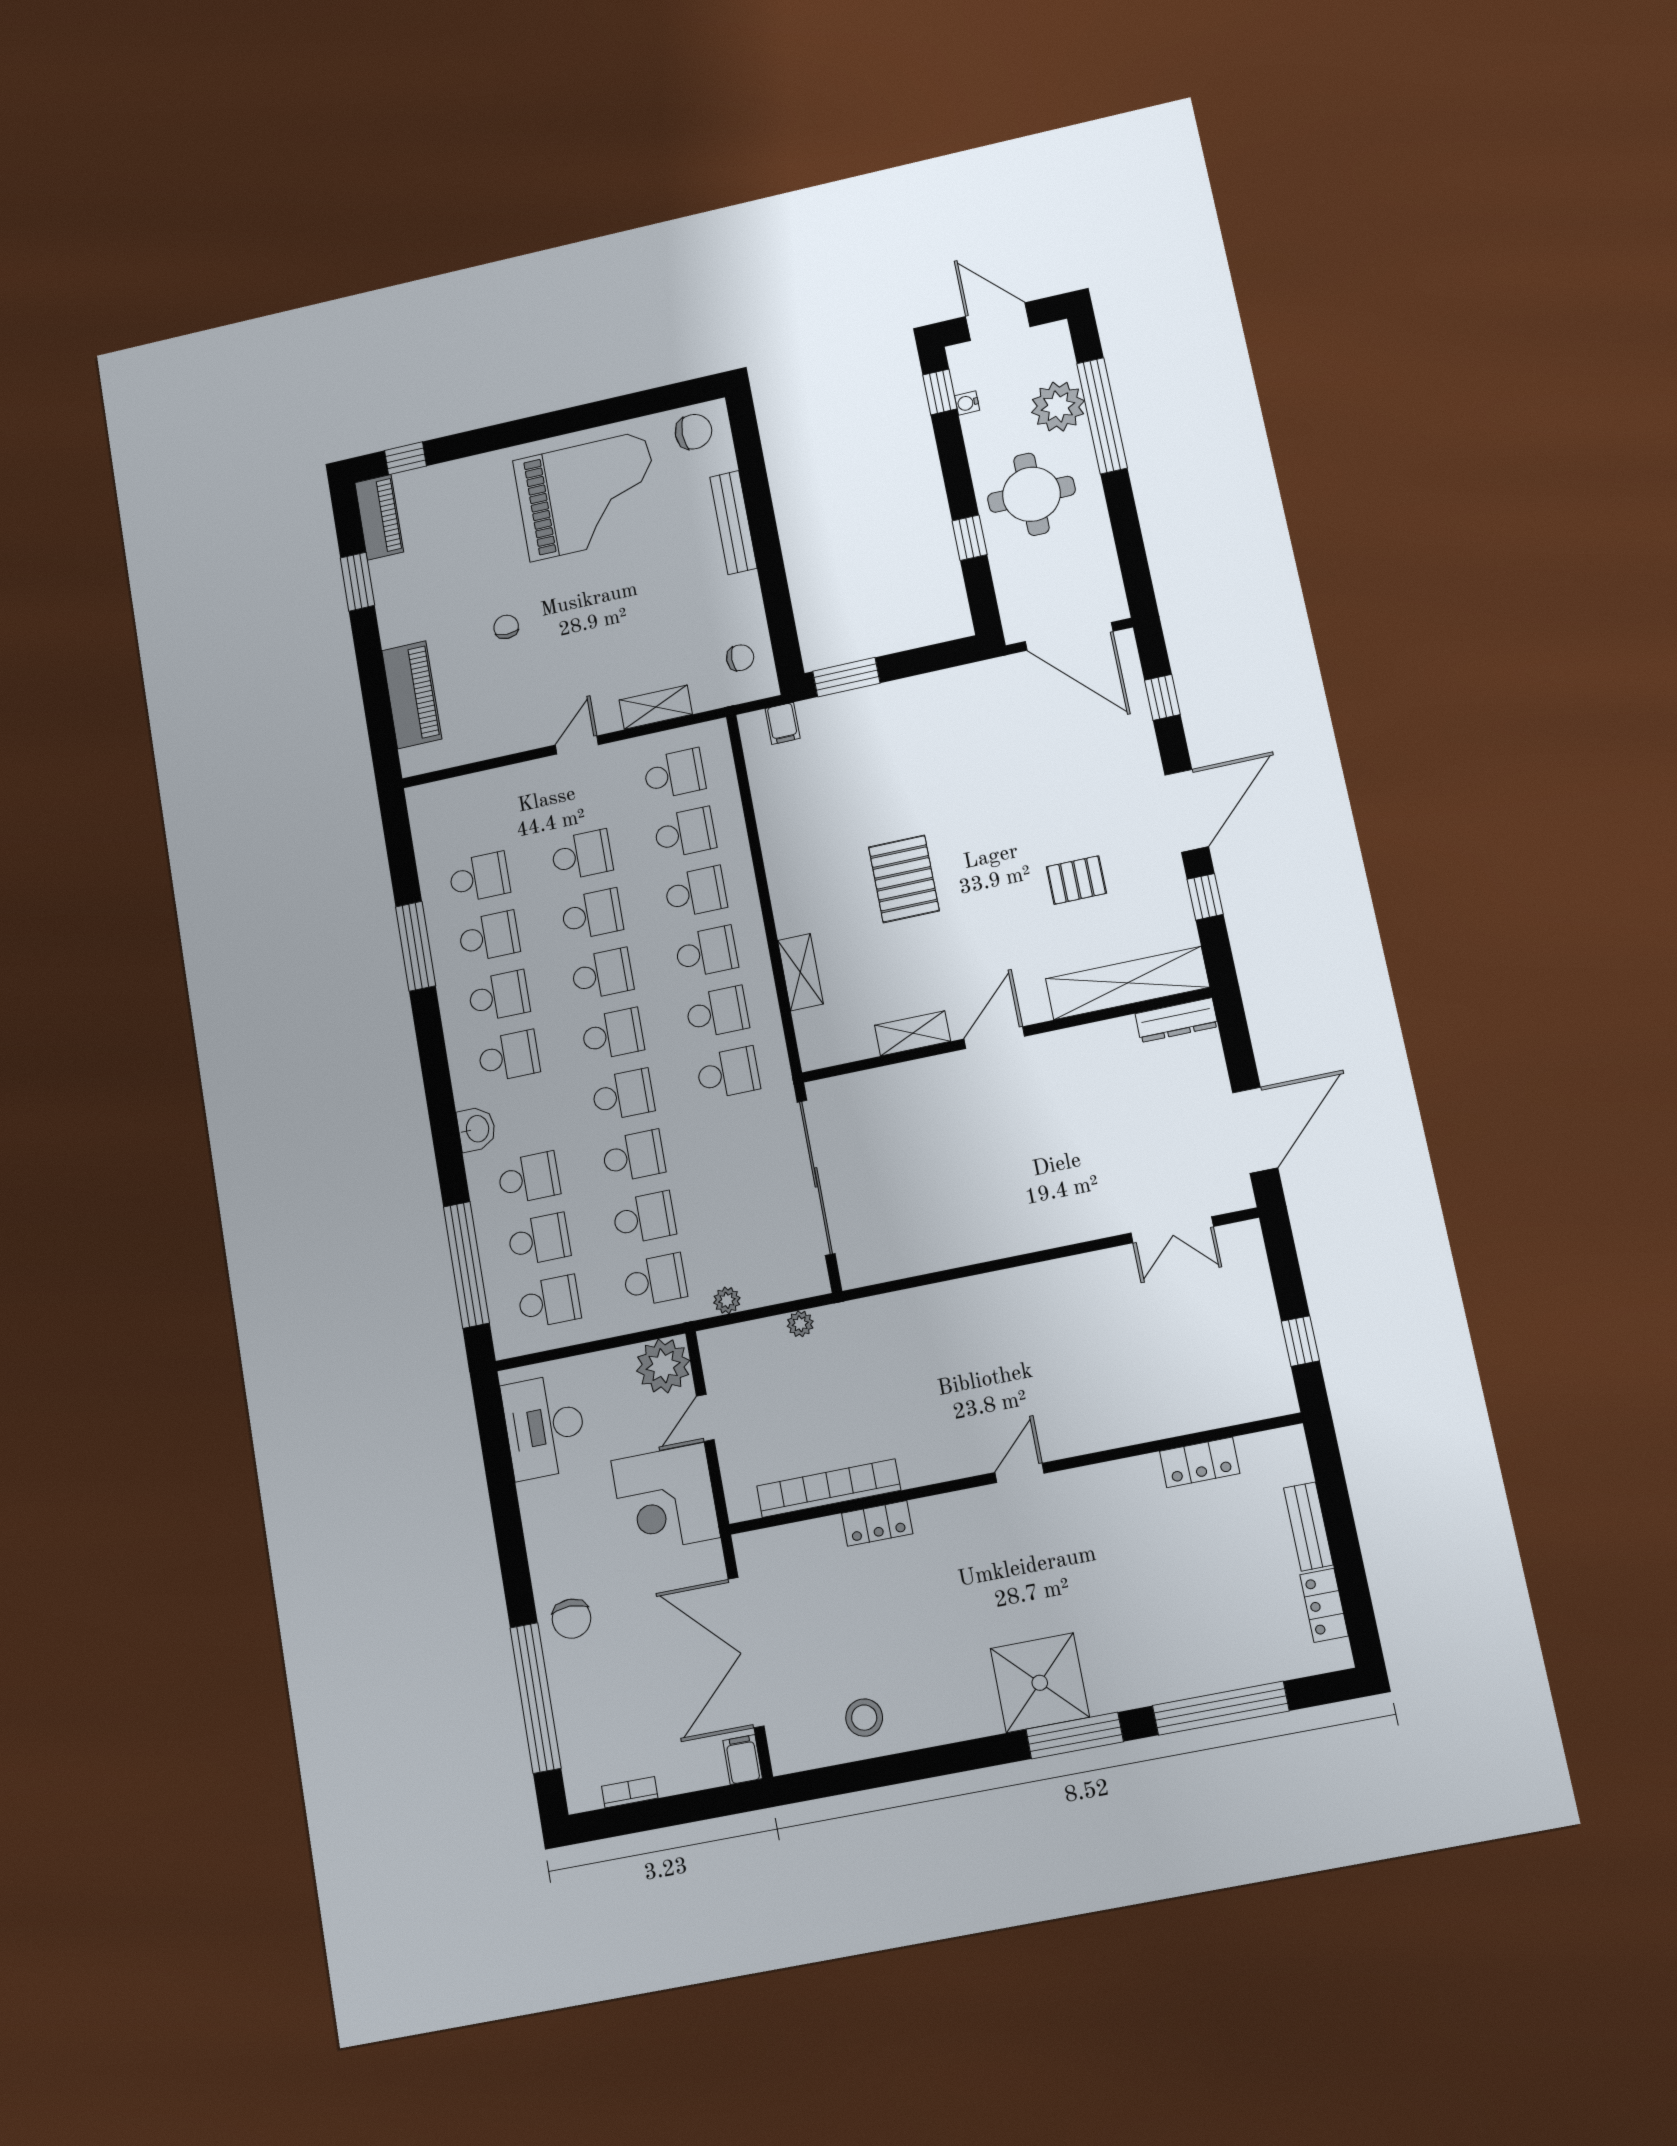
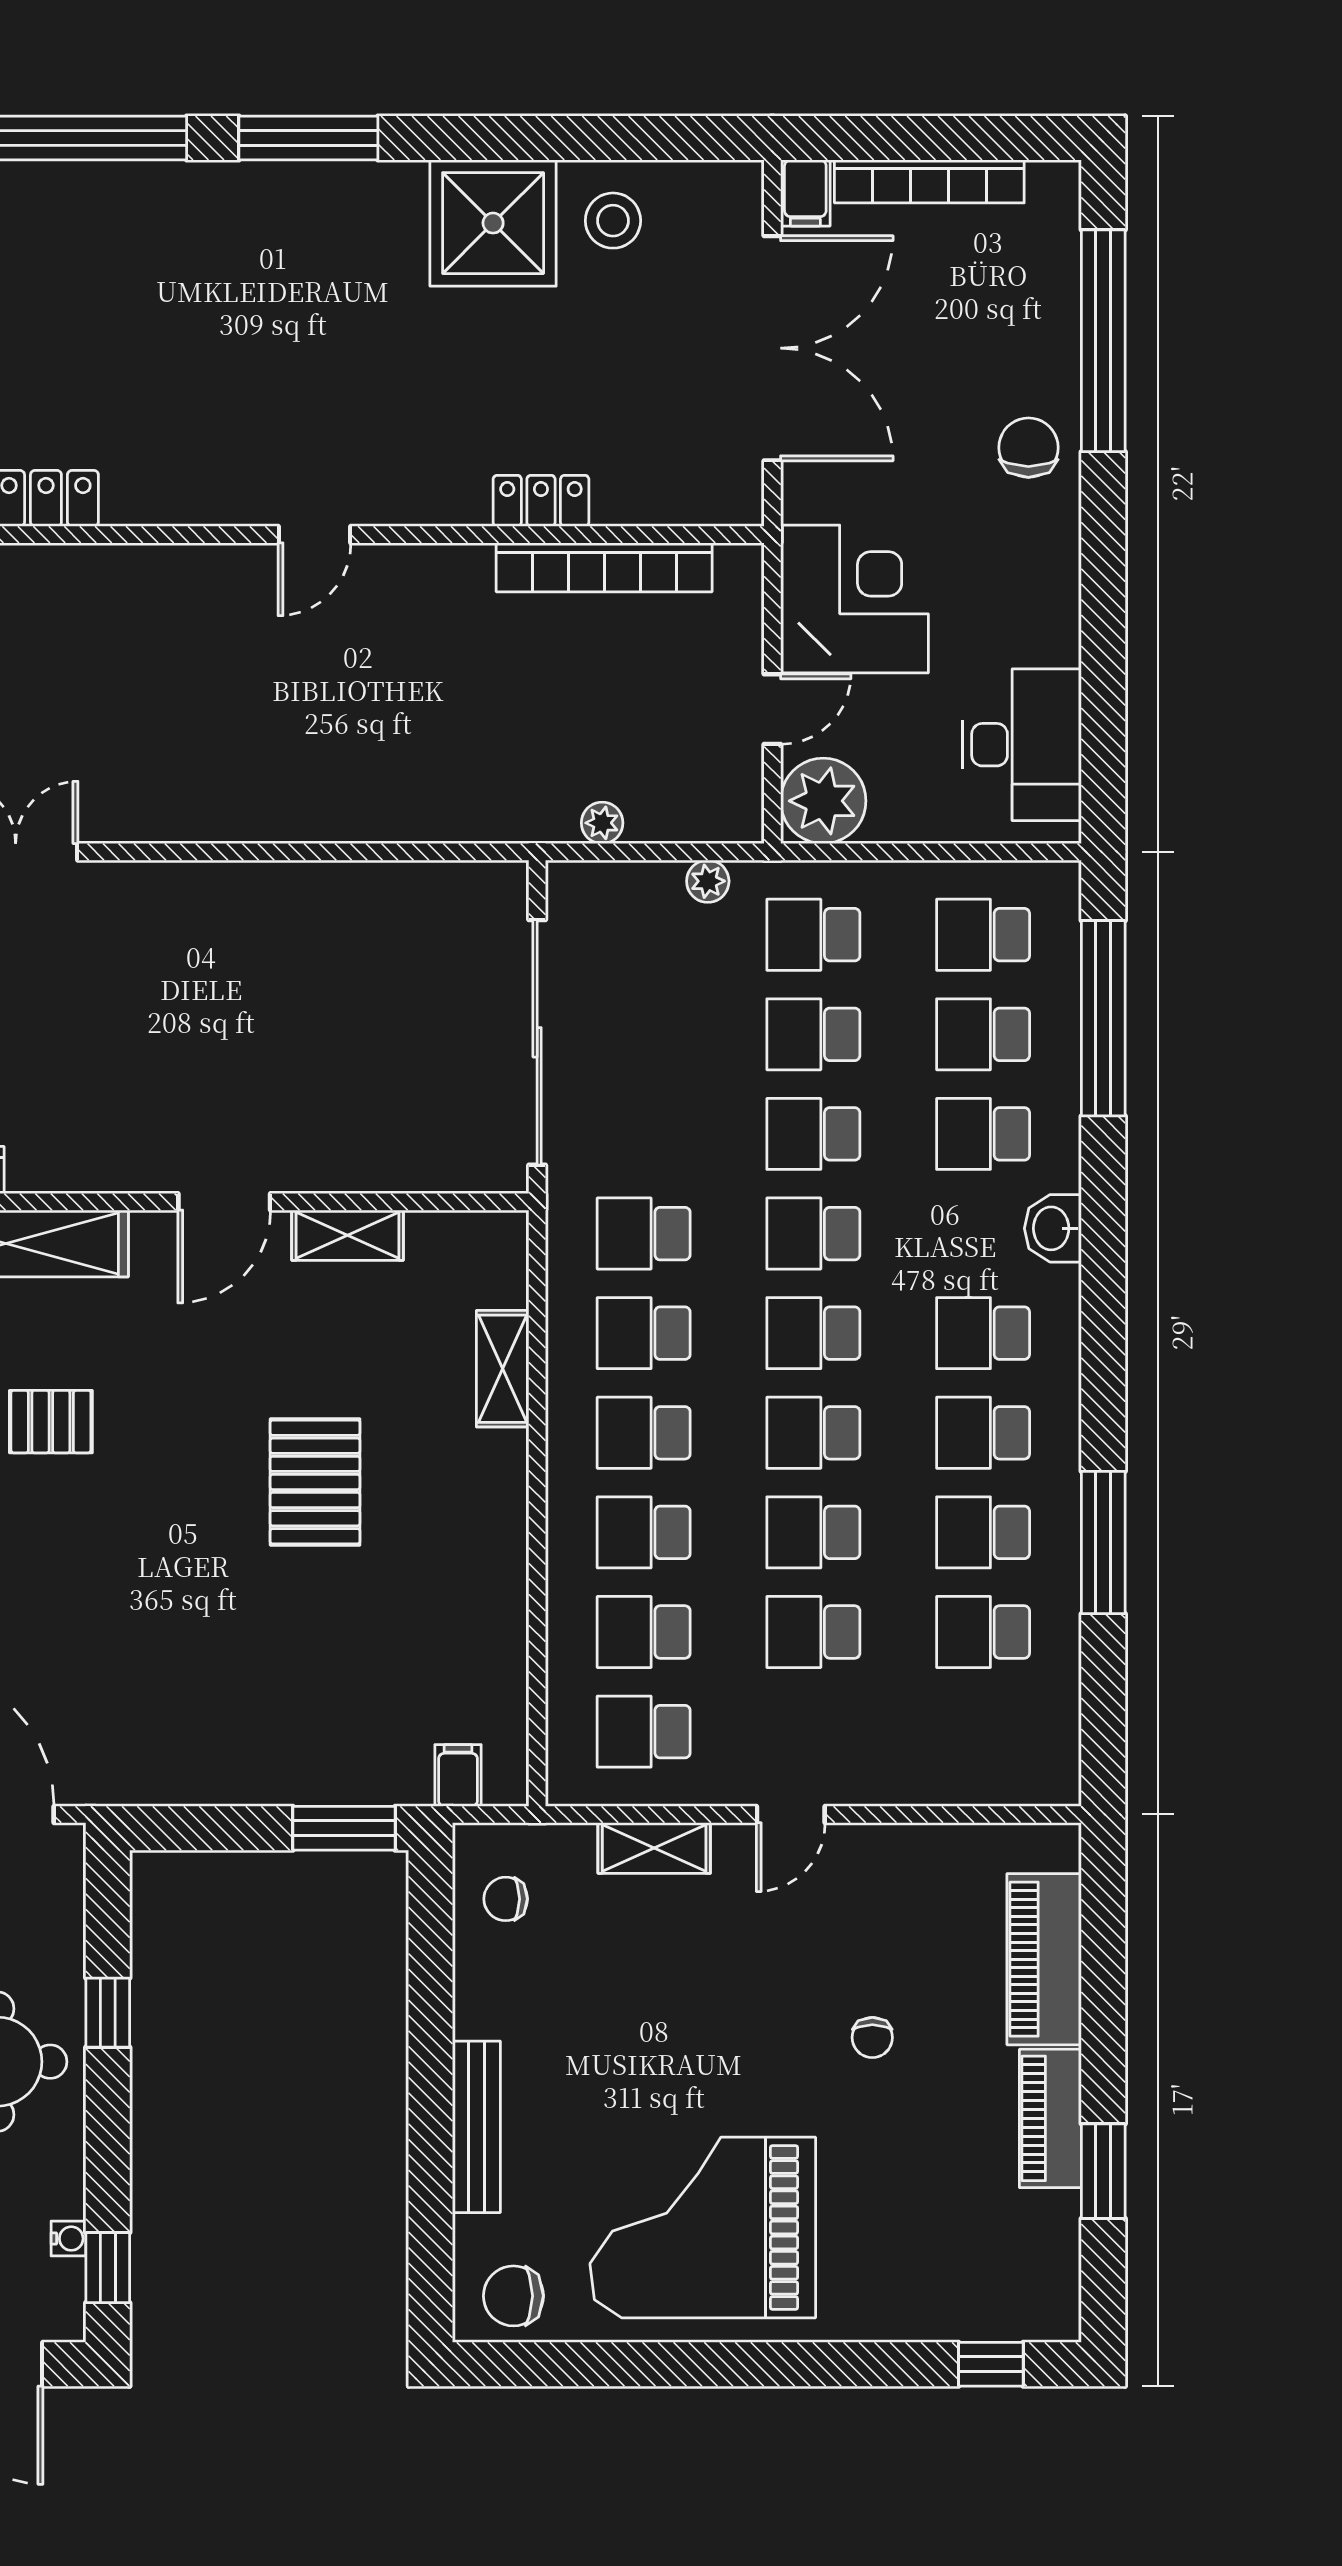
piano: (379, 517) -> (1050, 2118), moved
shower: (1040, 1683) -> (493, 223), moved
bookcase: (630, 1792) -> (929, 181), width x2.31, depth x1.31

